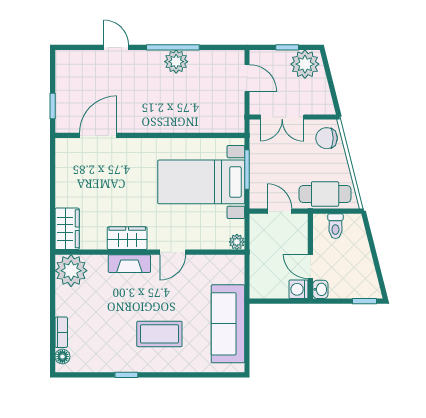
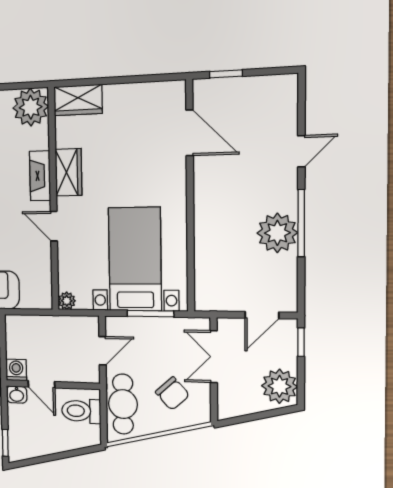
window: (287, 47) -> (301, 342), moved
plant: (176, 62) -> (277, 233), width x1.36, depth x1.36
chair: (327, 138) -> (172, 393), moved, turned 138
toilet: (335, 226) -> (81, 411), width x1.37, depth x1.39
door: (310, 266) -> (41, 384), swing flipped

